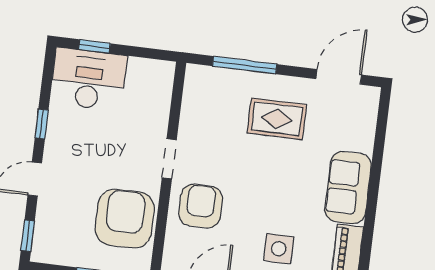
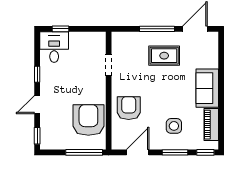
window: (245, 65) -> (157, 29), moved
desk: (89, 79) -> (54, 47), width x0.73
doorway: (169, 159) -> (109, 65), moved

